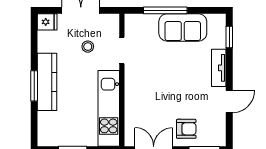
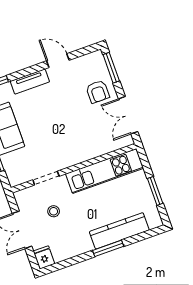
kitchen counter: (47, 82) -> (119, 231), moved
armchair: (186, 129) -> (98, 92), turned 180

